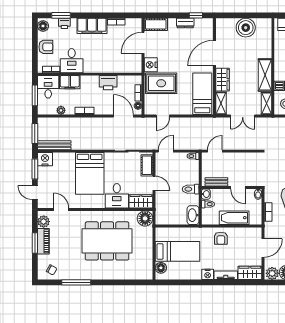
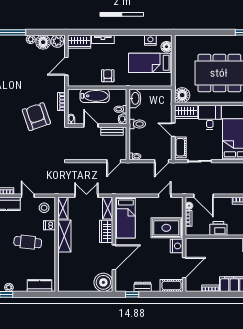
boiler: (246, 28) -> (103, 282), moved
nightstand: (208, 274) -> (150, 40), moved

